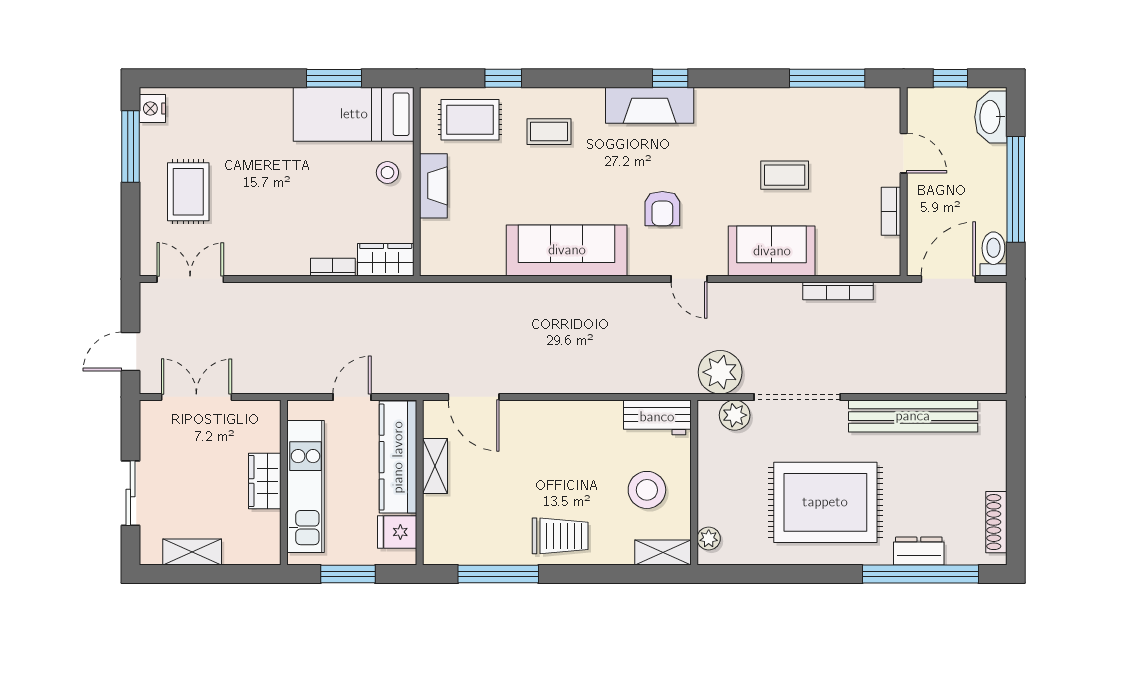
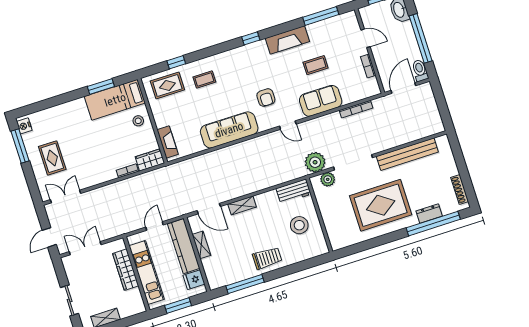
fireplace: (650, 105) -> (287, 40), moved
fireplace: (433, 186) -> (168, 142), moved
wardrobe: (265, 481) -> (126, 270), width x1.50
plant: (709, 539) -> (334, 238), removed
shelving: (663, 553) -> (242, 206), moved

